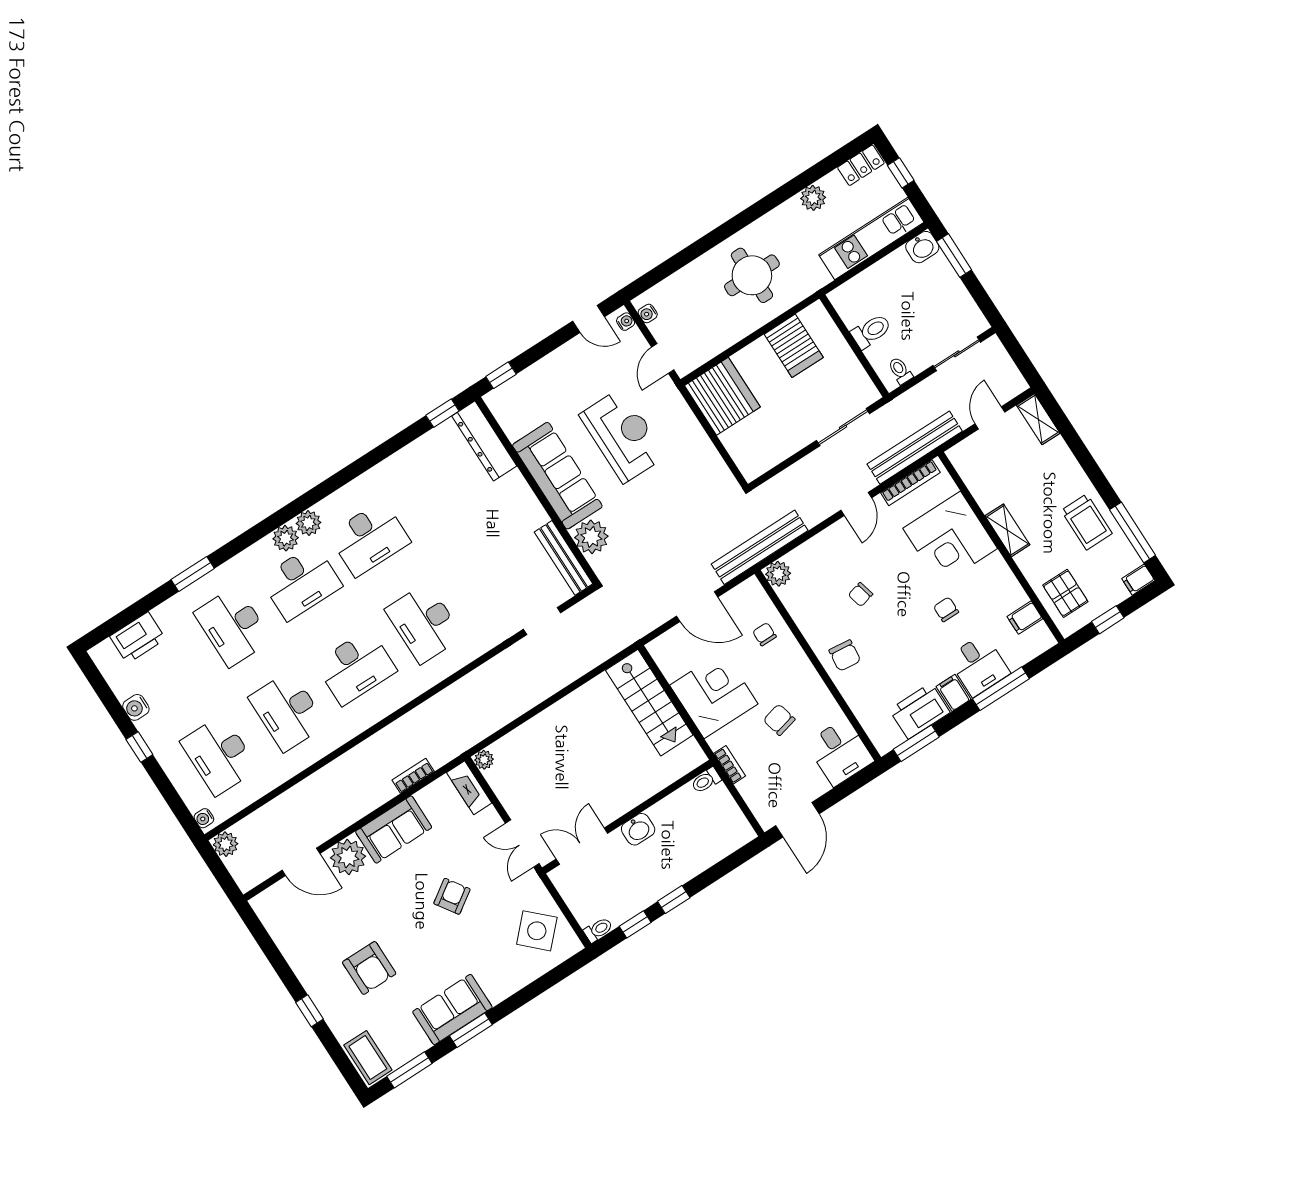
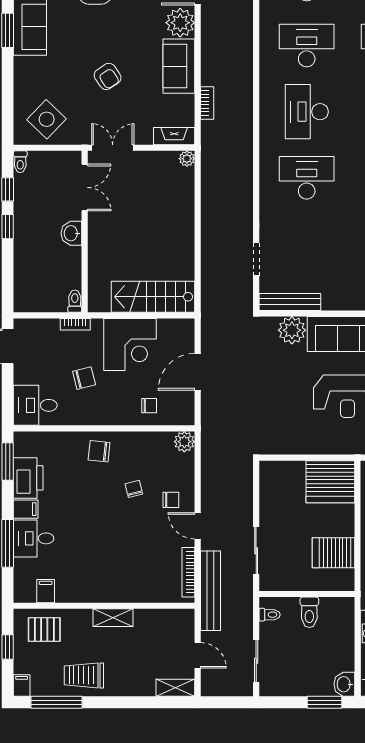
corner desk: (950, 538) -> (133, 575), removed
bench: (760, 547) -> (211, 441), removed
chair: (946, 609) -> (171, 500), moved

